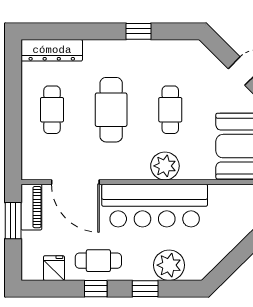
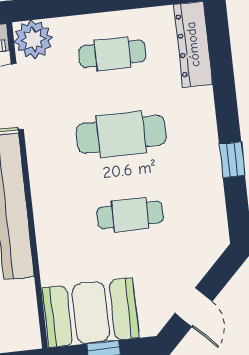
plant: (165, 166) -> (33, 39), moved

